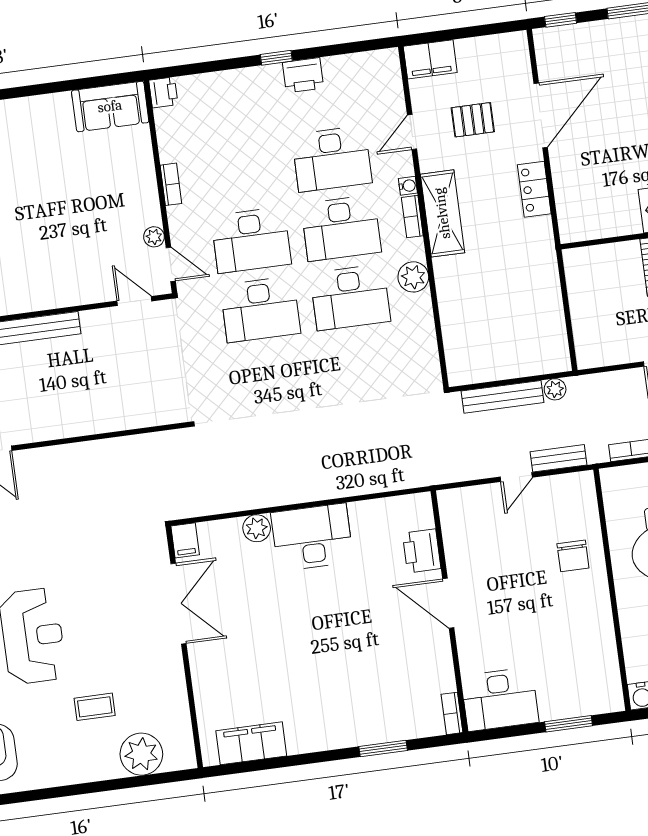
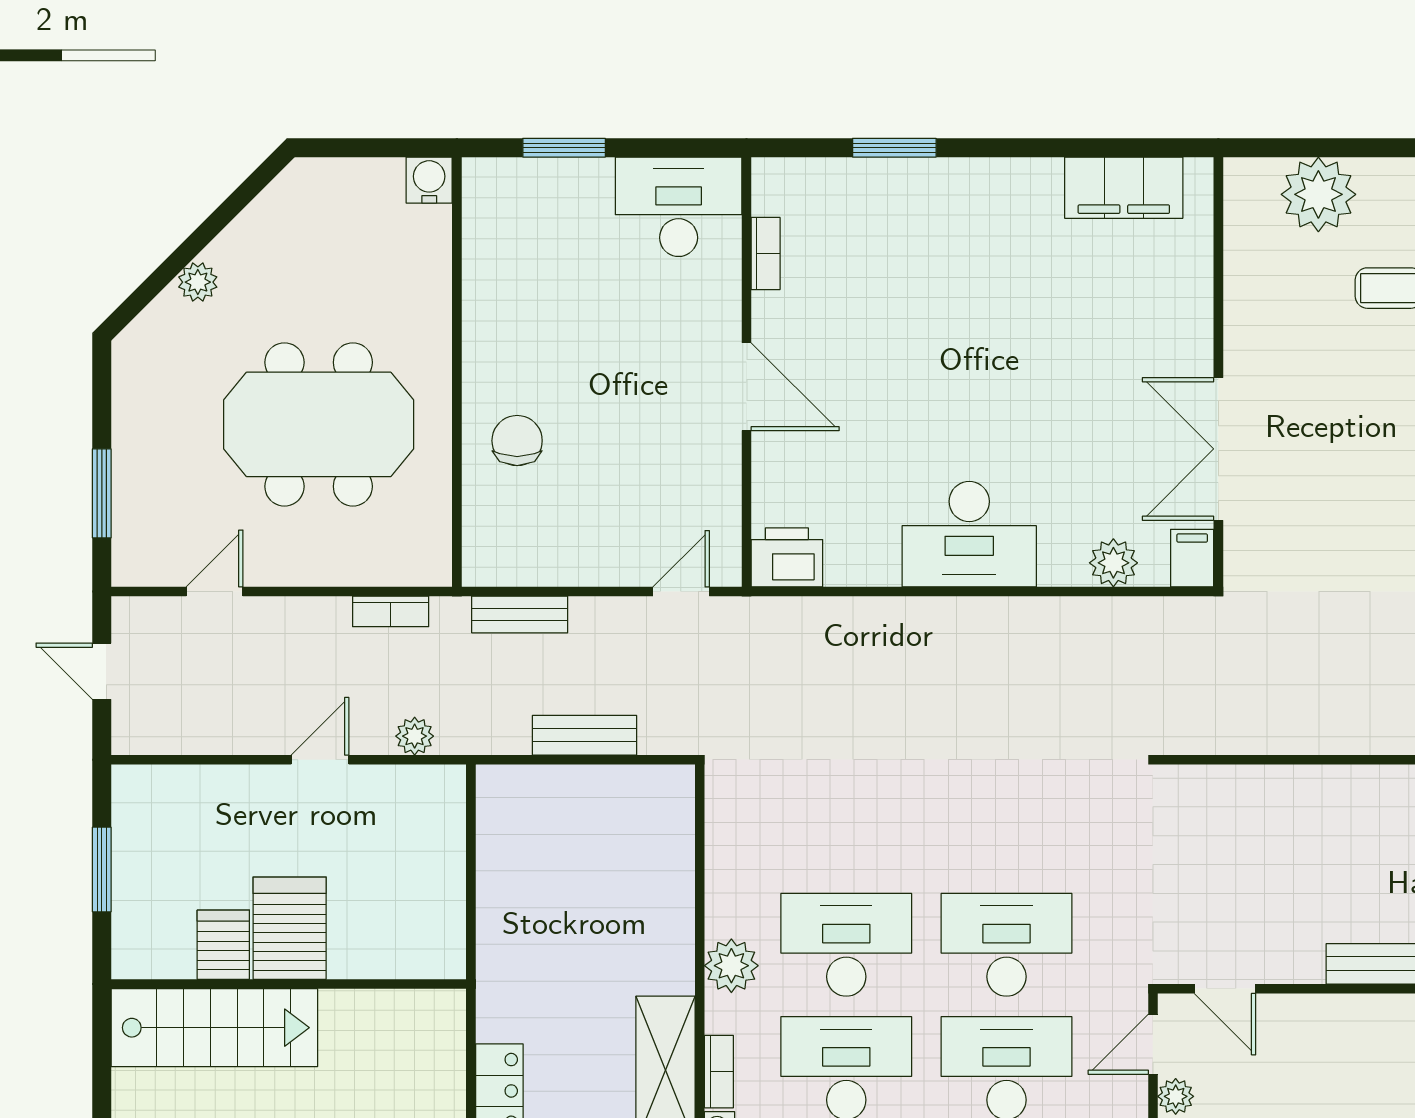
door: (171, 264) -> (1153, 1044), hinge flipped
plant: (555, 389) -> (415, 736), moved
bench: (502, 397) -> (585, 735), width x0.73
door: (516, 477) -> (681, 592), moved
plant: (257, 528) -> (1113, 563), moved
printer: (422, 551) -> (787, 557), moved, turned -90
bookcase: (452, 713) -> (766, 254), moved

